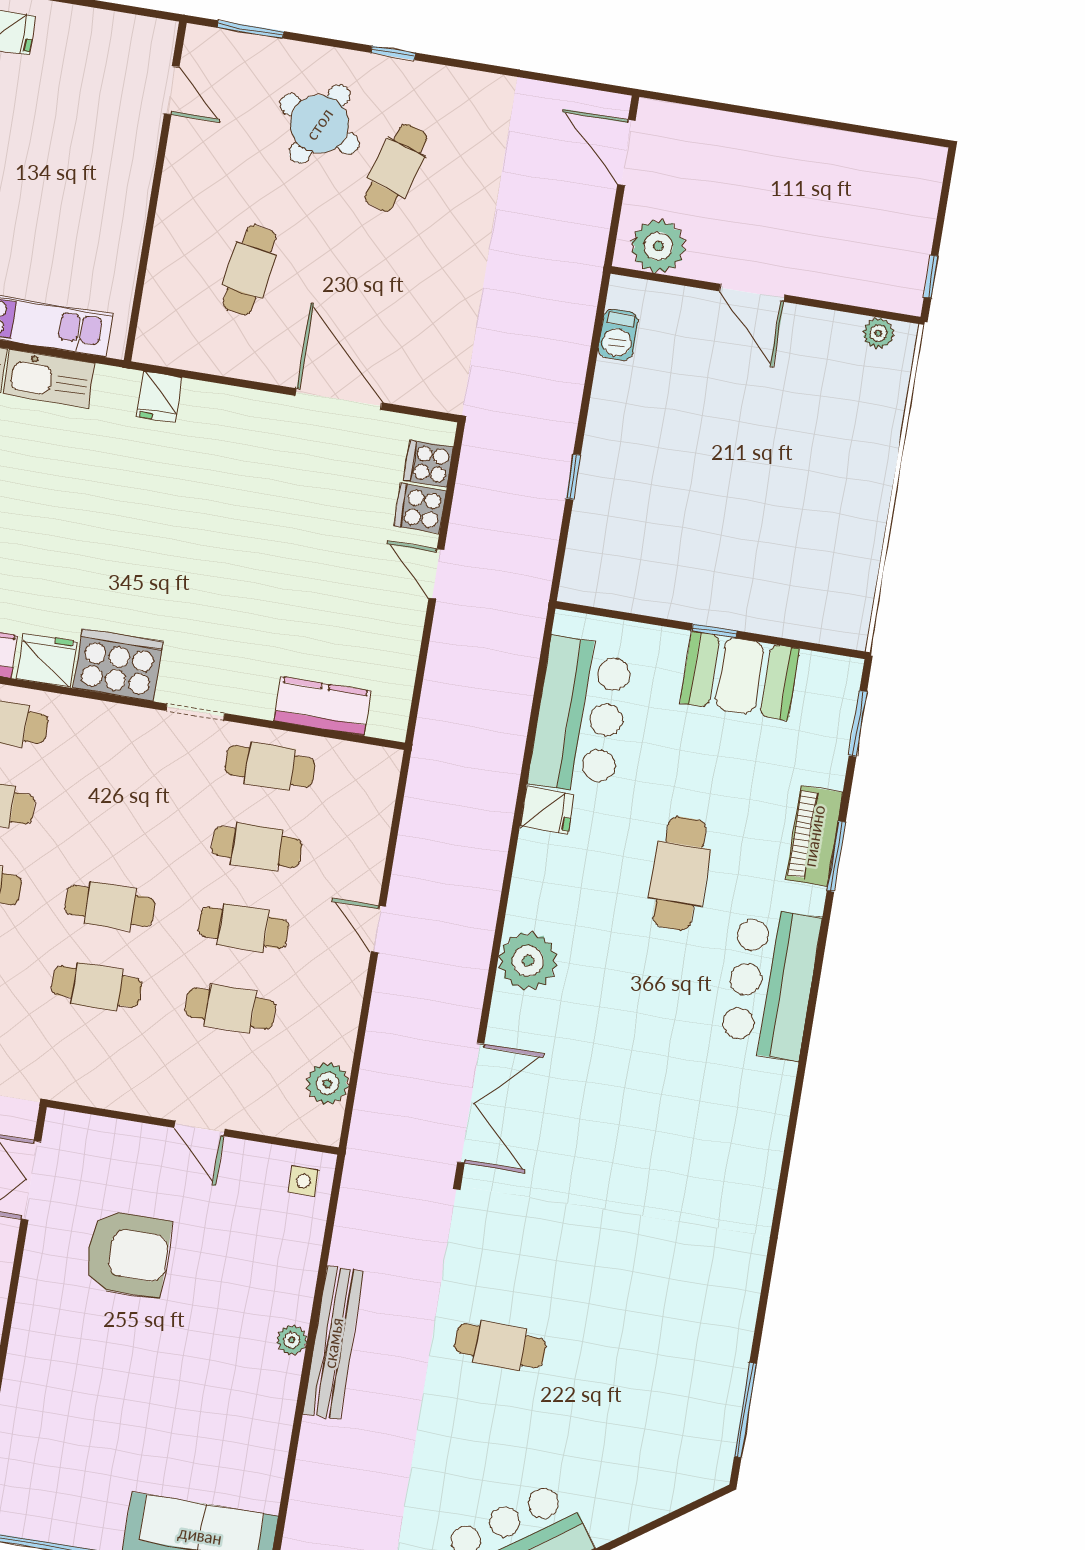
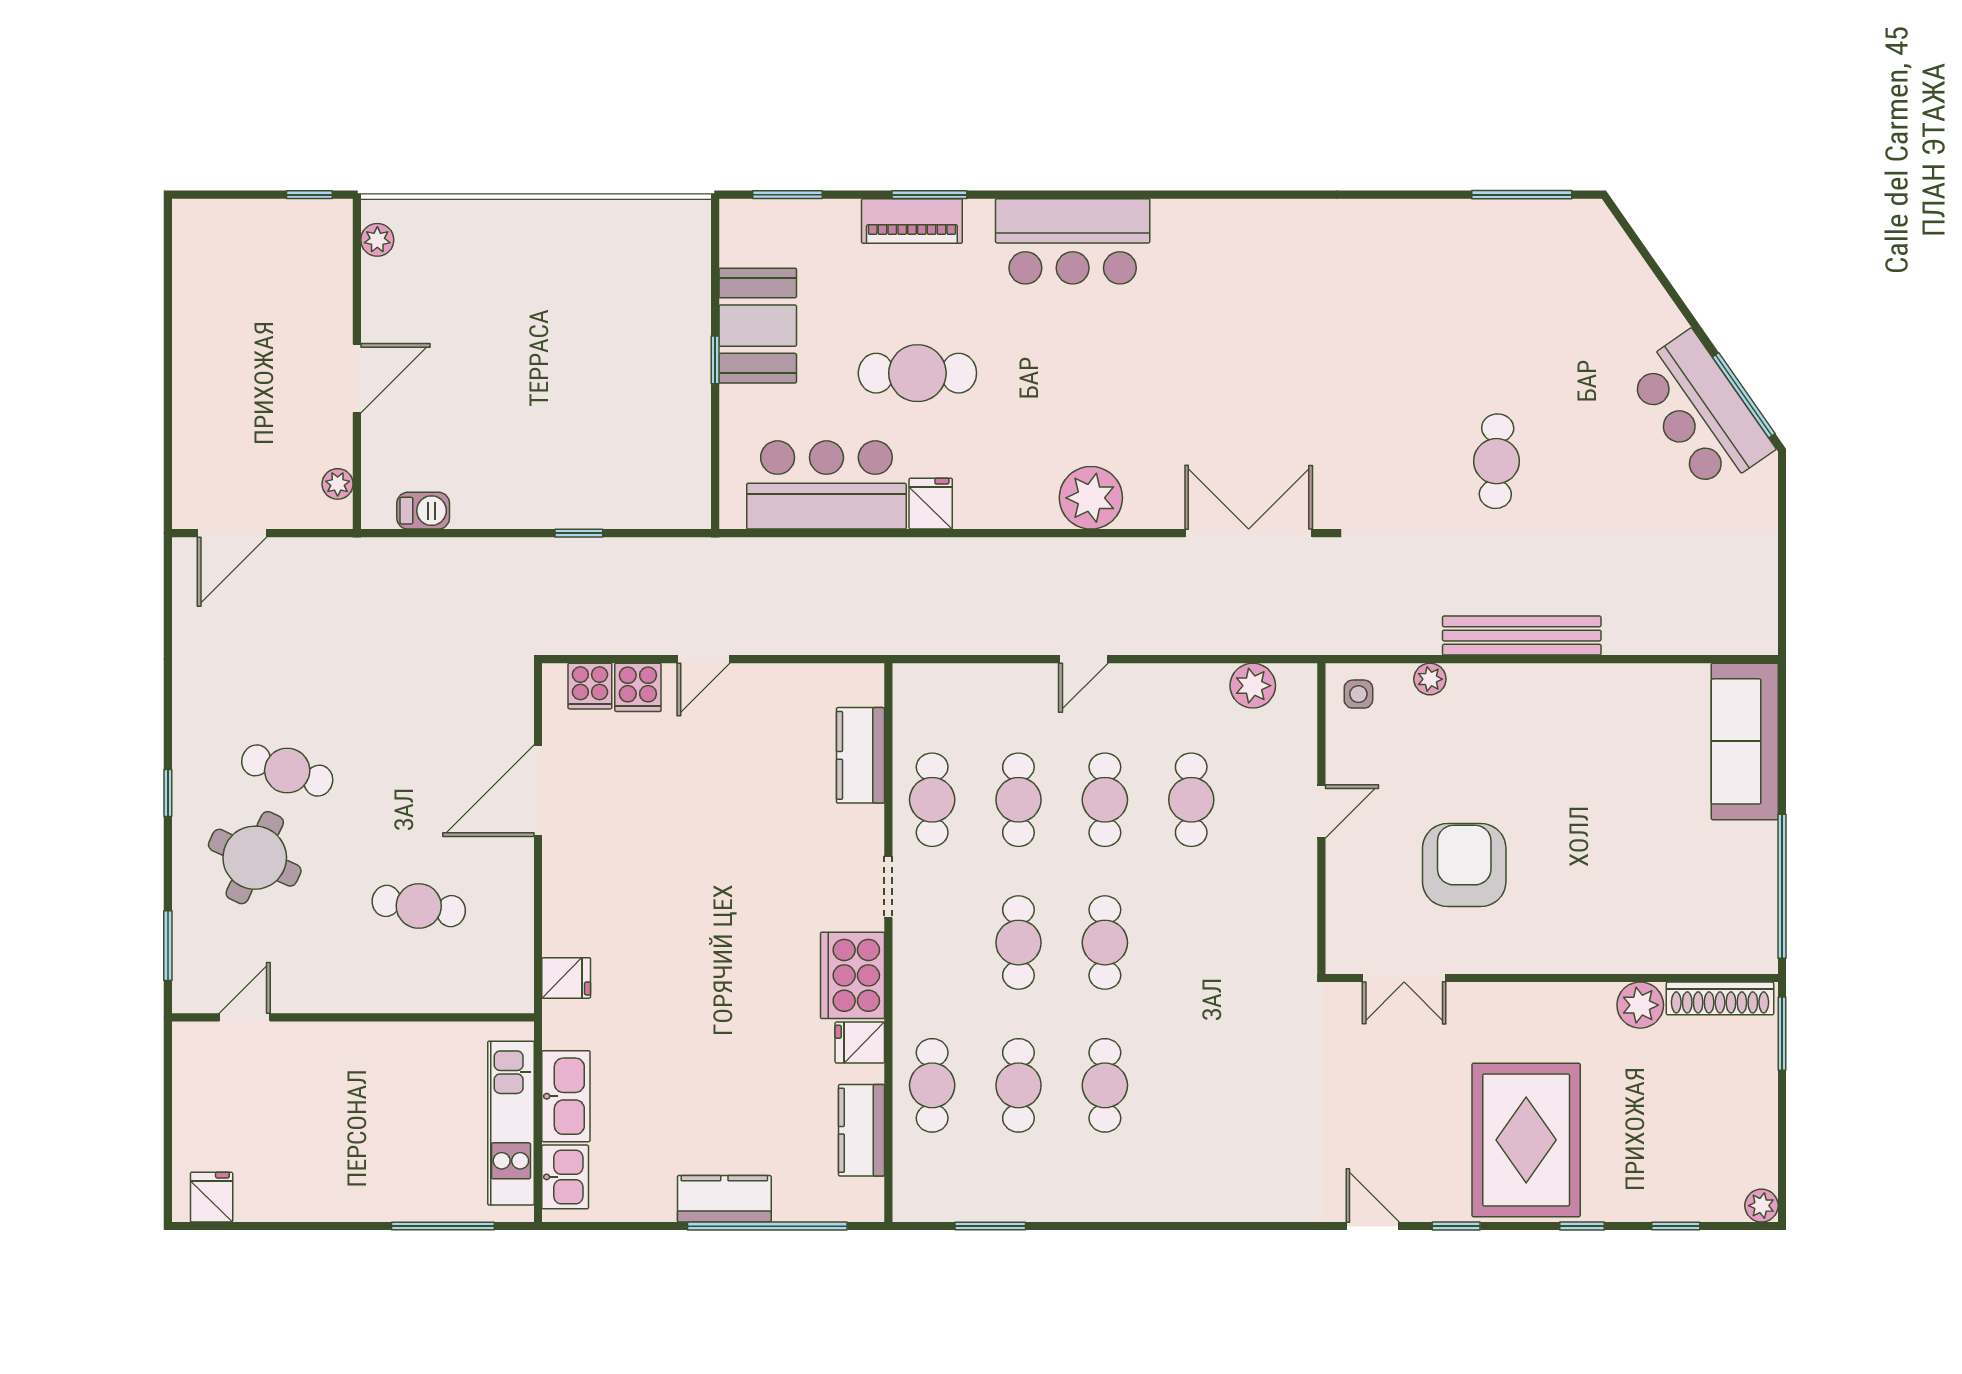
plant: (658, 246) -> (338, 484), width x0.53, depth x0.53
fridge: (47, 660) -> (860, 1042), width x0.72
cafe table: (680, 873) -> (917, 373), moved
cafe table: (97, 987) -> (1018, 943), moved
plant: (292, 1340) -> (1430, 679), moved

